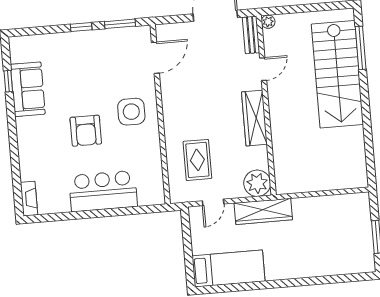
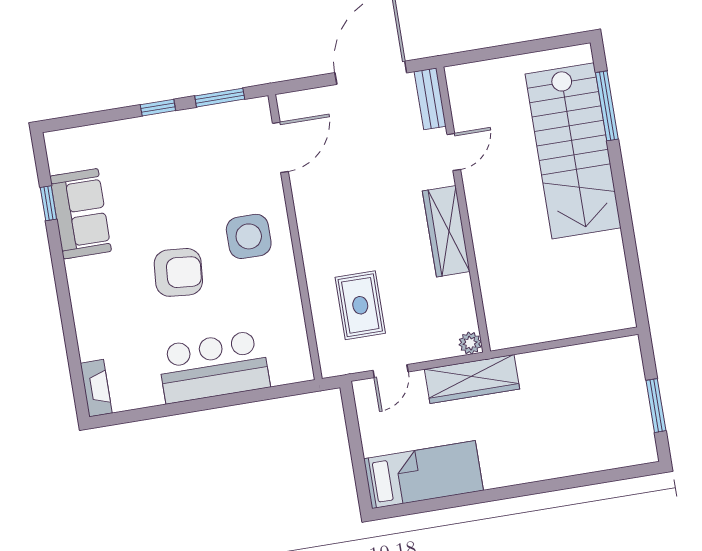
plant: (268, 22) -> (456, 76), removed
armchair: (86, 131) -> (178, 272), turned -85
plant: (257, 183) -> (470, 343), width x0.53, depth x0.53

